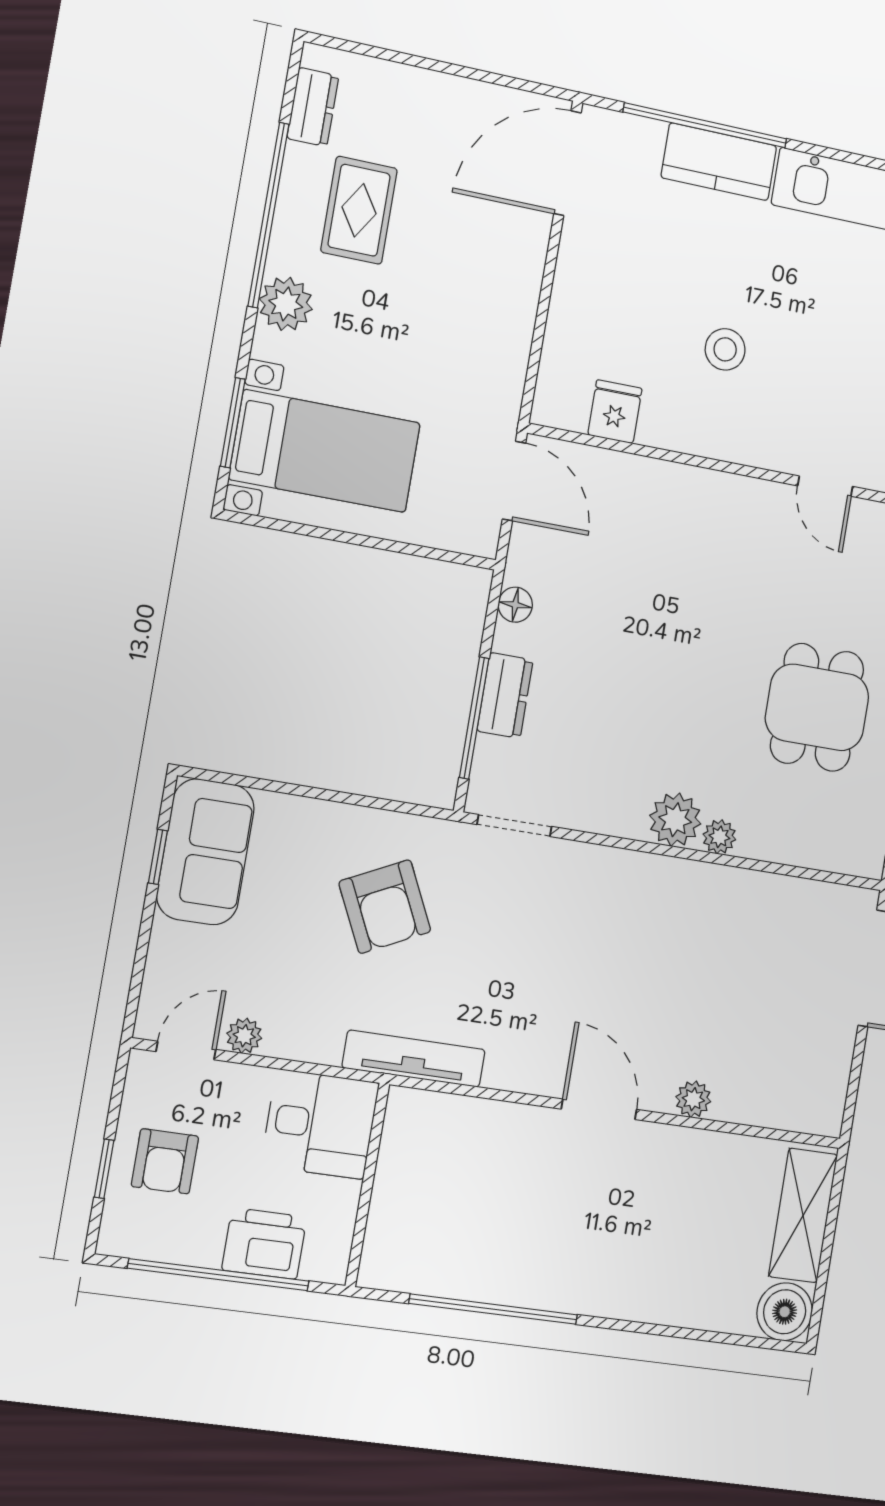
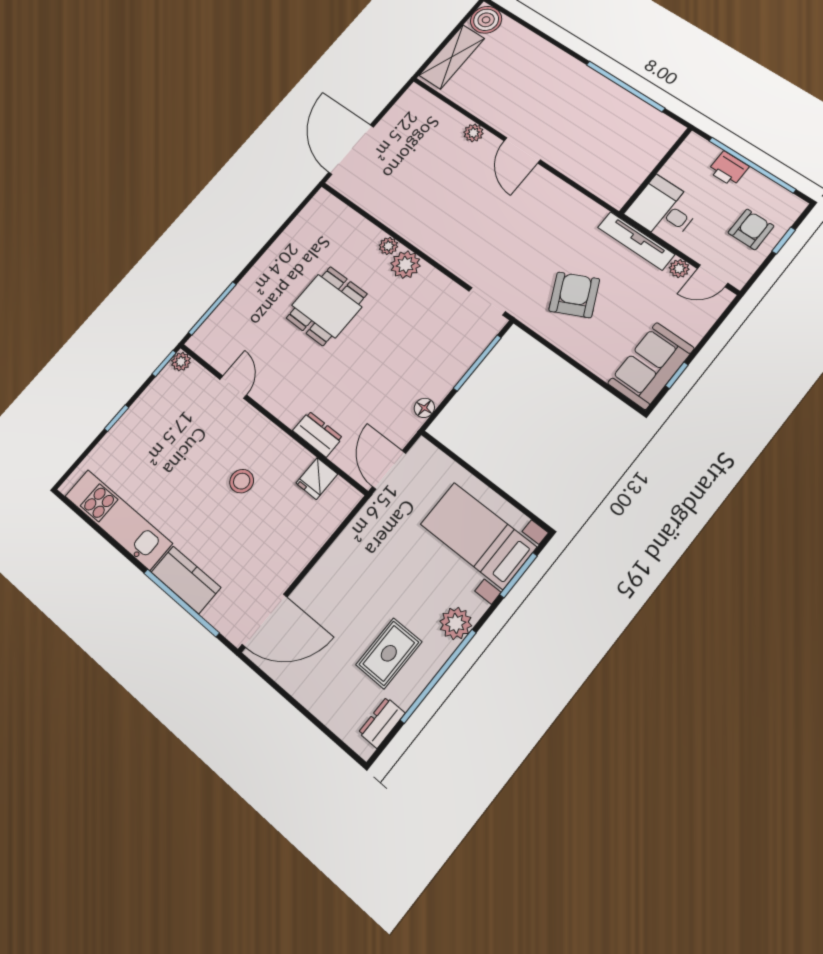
dresser: (505, 695) -> (318, 434), moved, turned 90
dining table: (817, 707) -> (327, 306), moved
tv unit: (414, 1059) -> (636, 241), moved
printer: (264, 1243) -> (728, 169), width x0.73, depth x0.81

